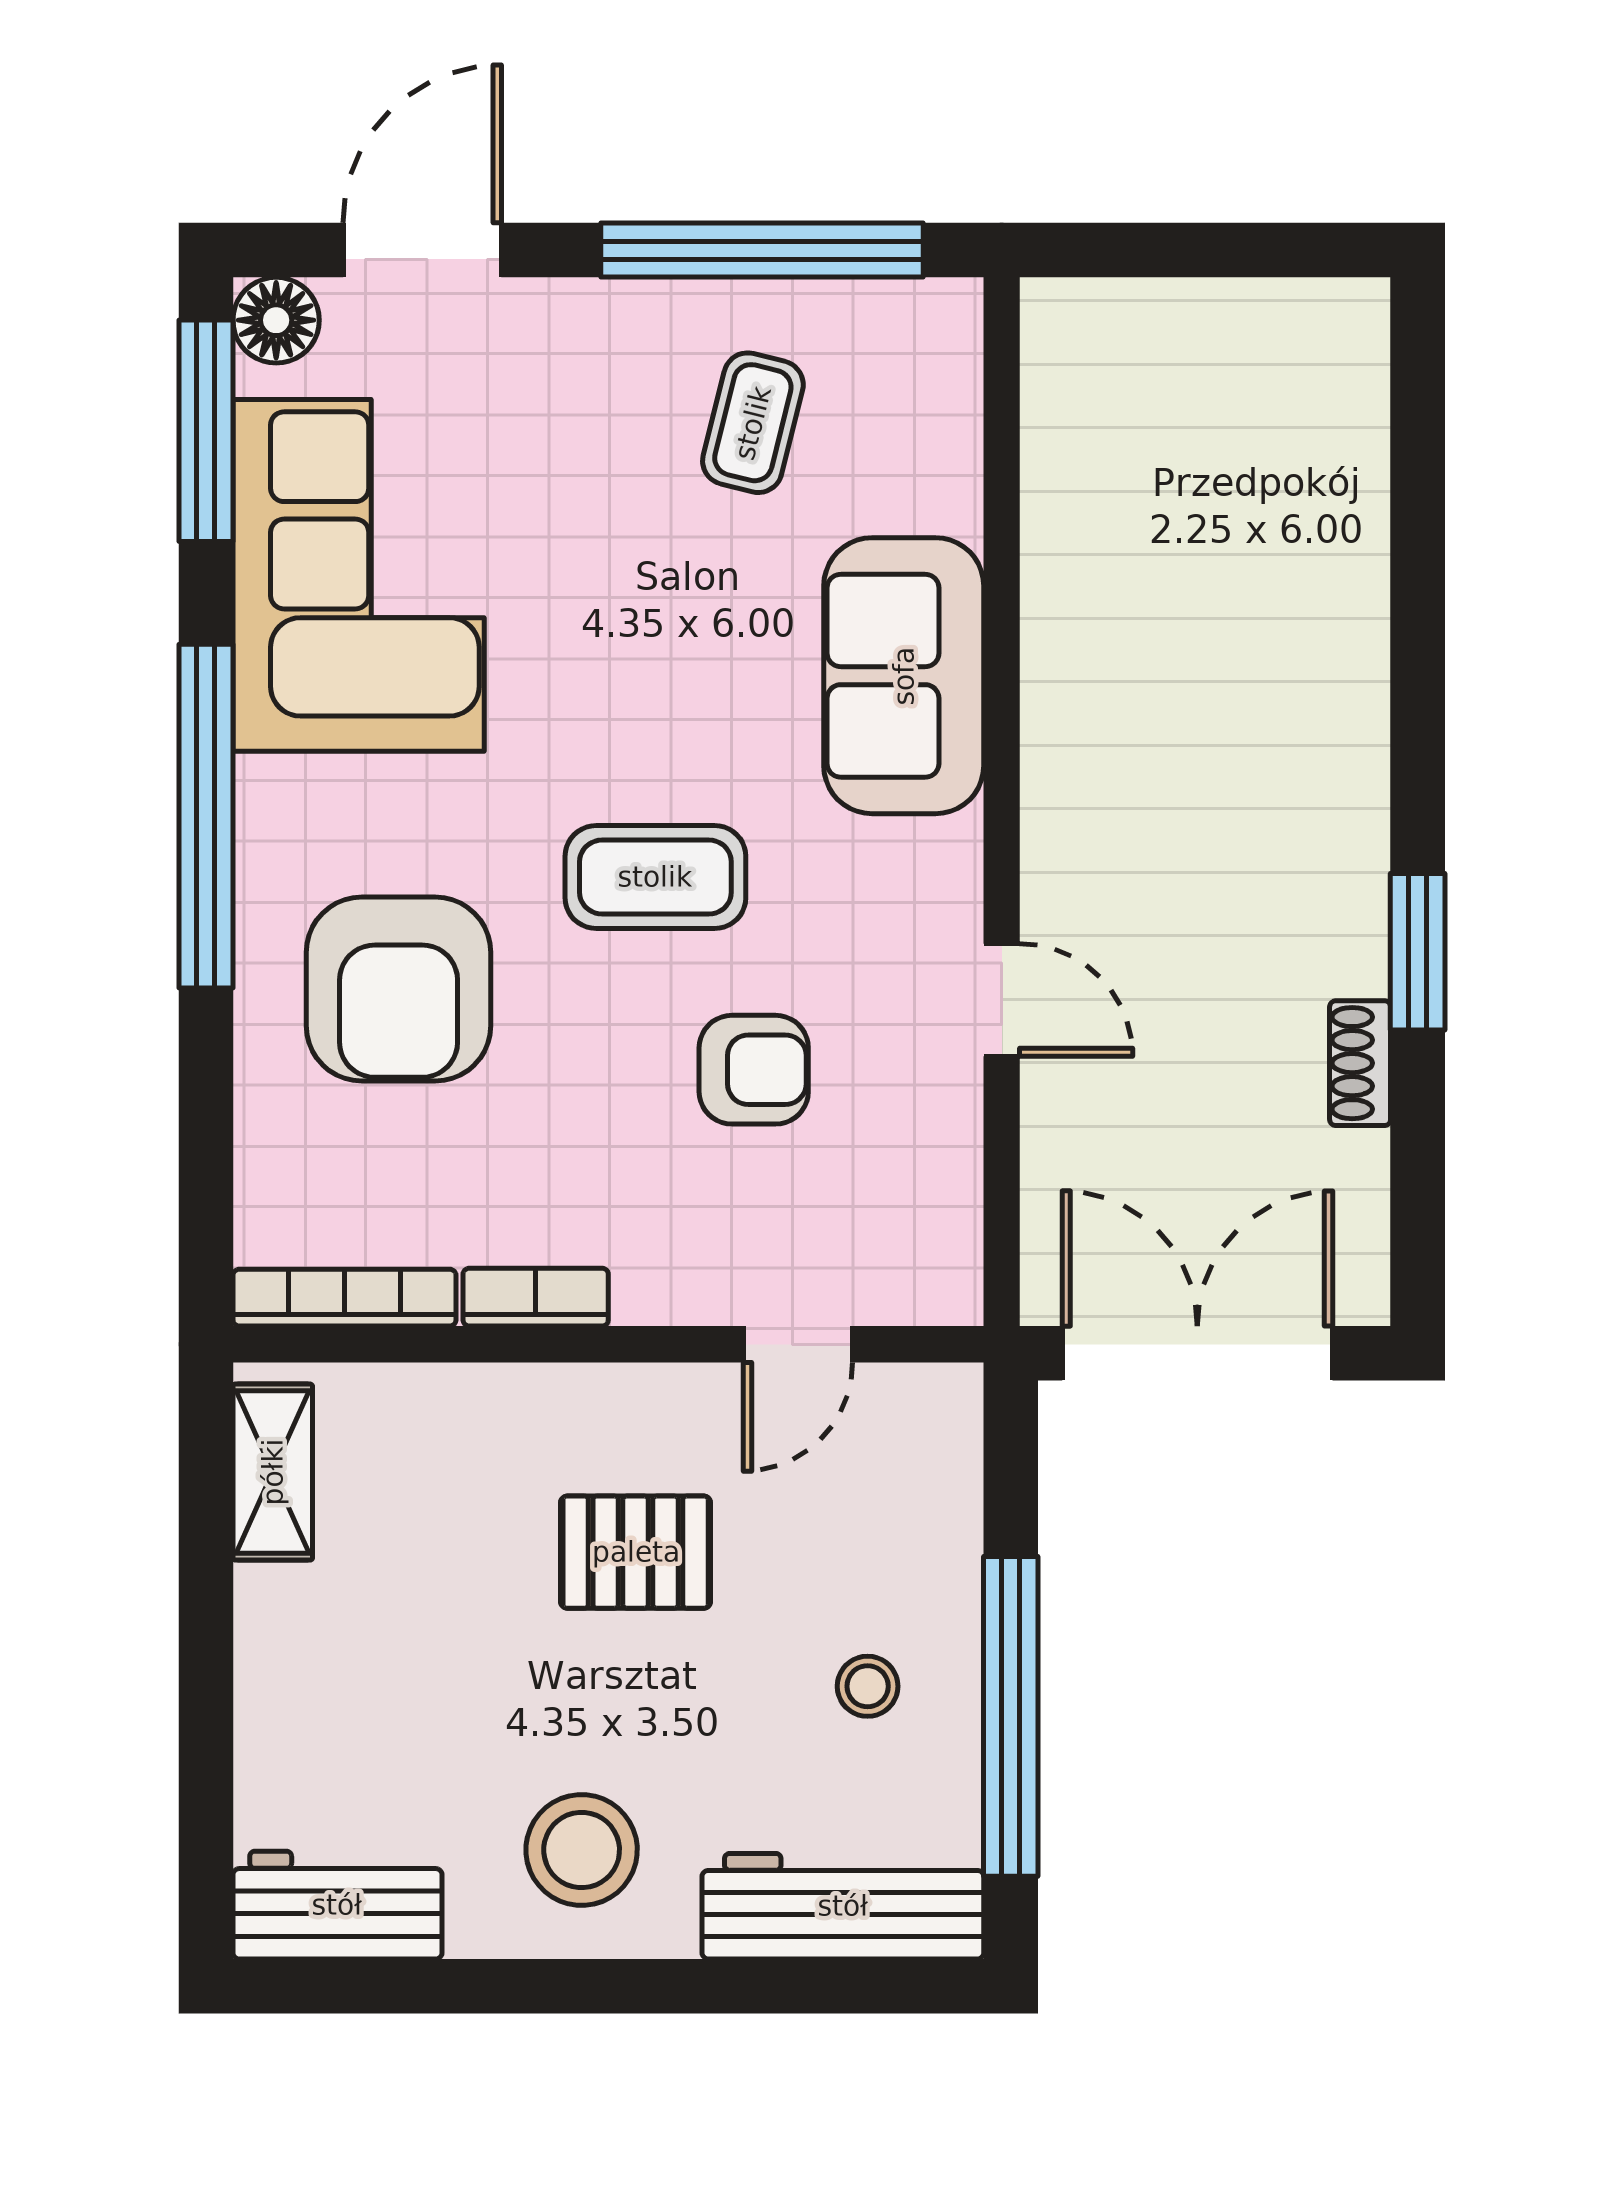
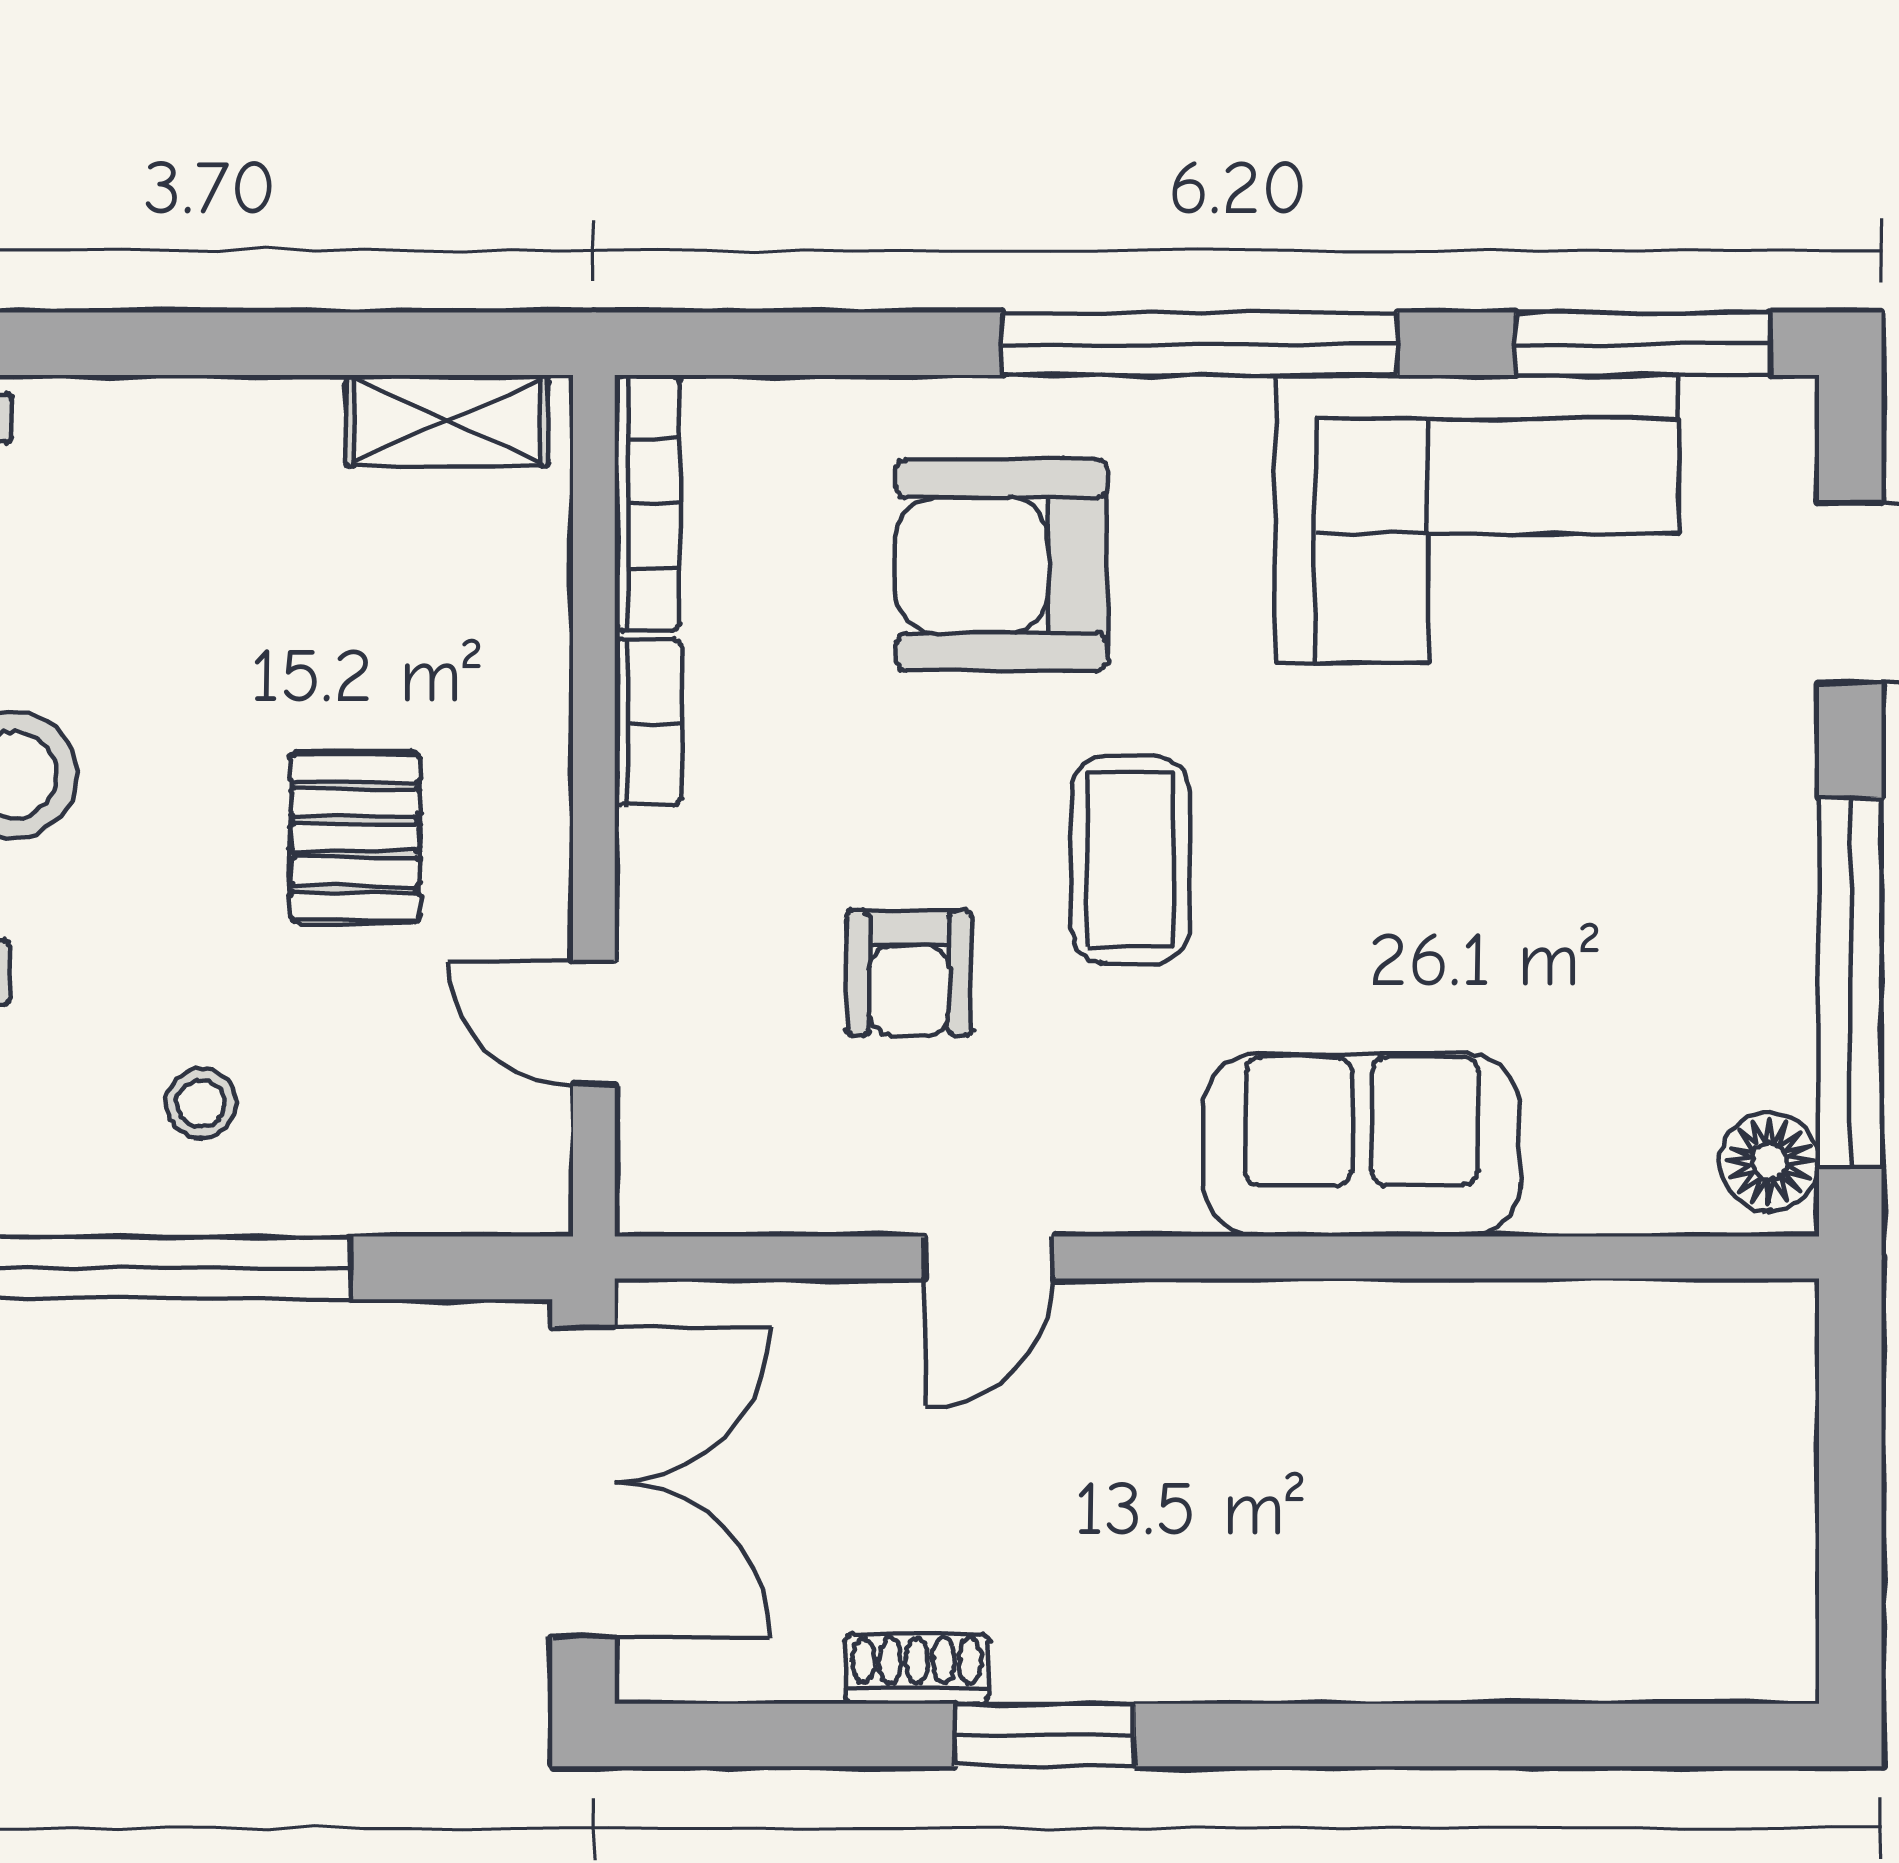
floor lamp: (276, 320) -> (1770, 1162), moved
coffee table: (753, 423) -> (1652, 972), removed

